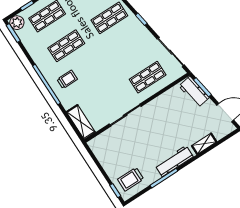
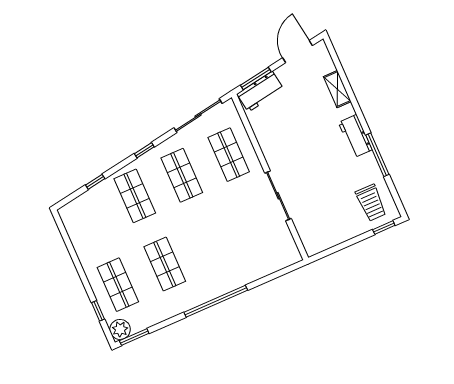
shop shelf: (128, 48) -> (182, 175), added
trolley: (67, 79) -> (213, 270), removed
shelving: (81, 122) -> (277, 261), removed
workbench: (174, 161) -> (355, 136), width x0.73

